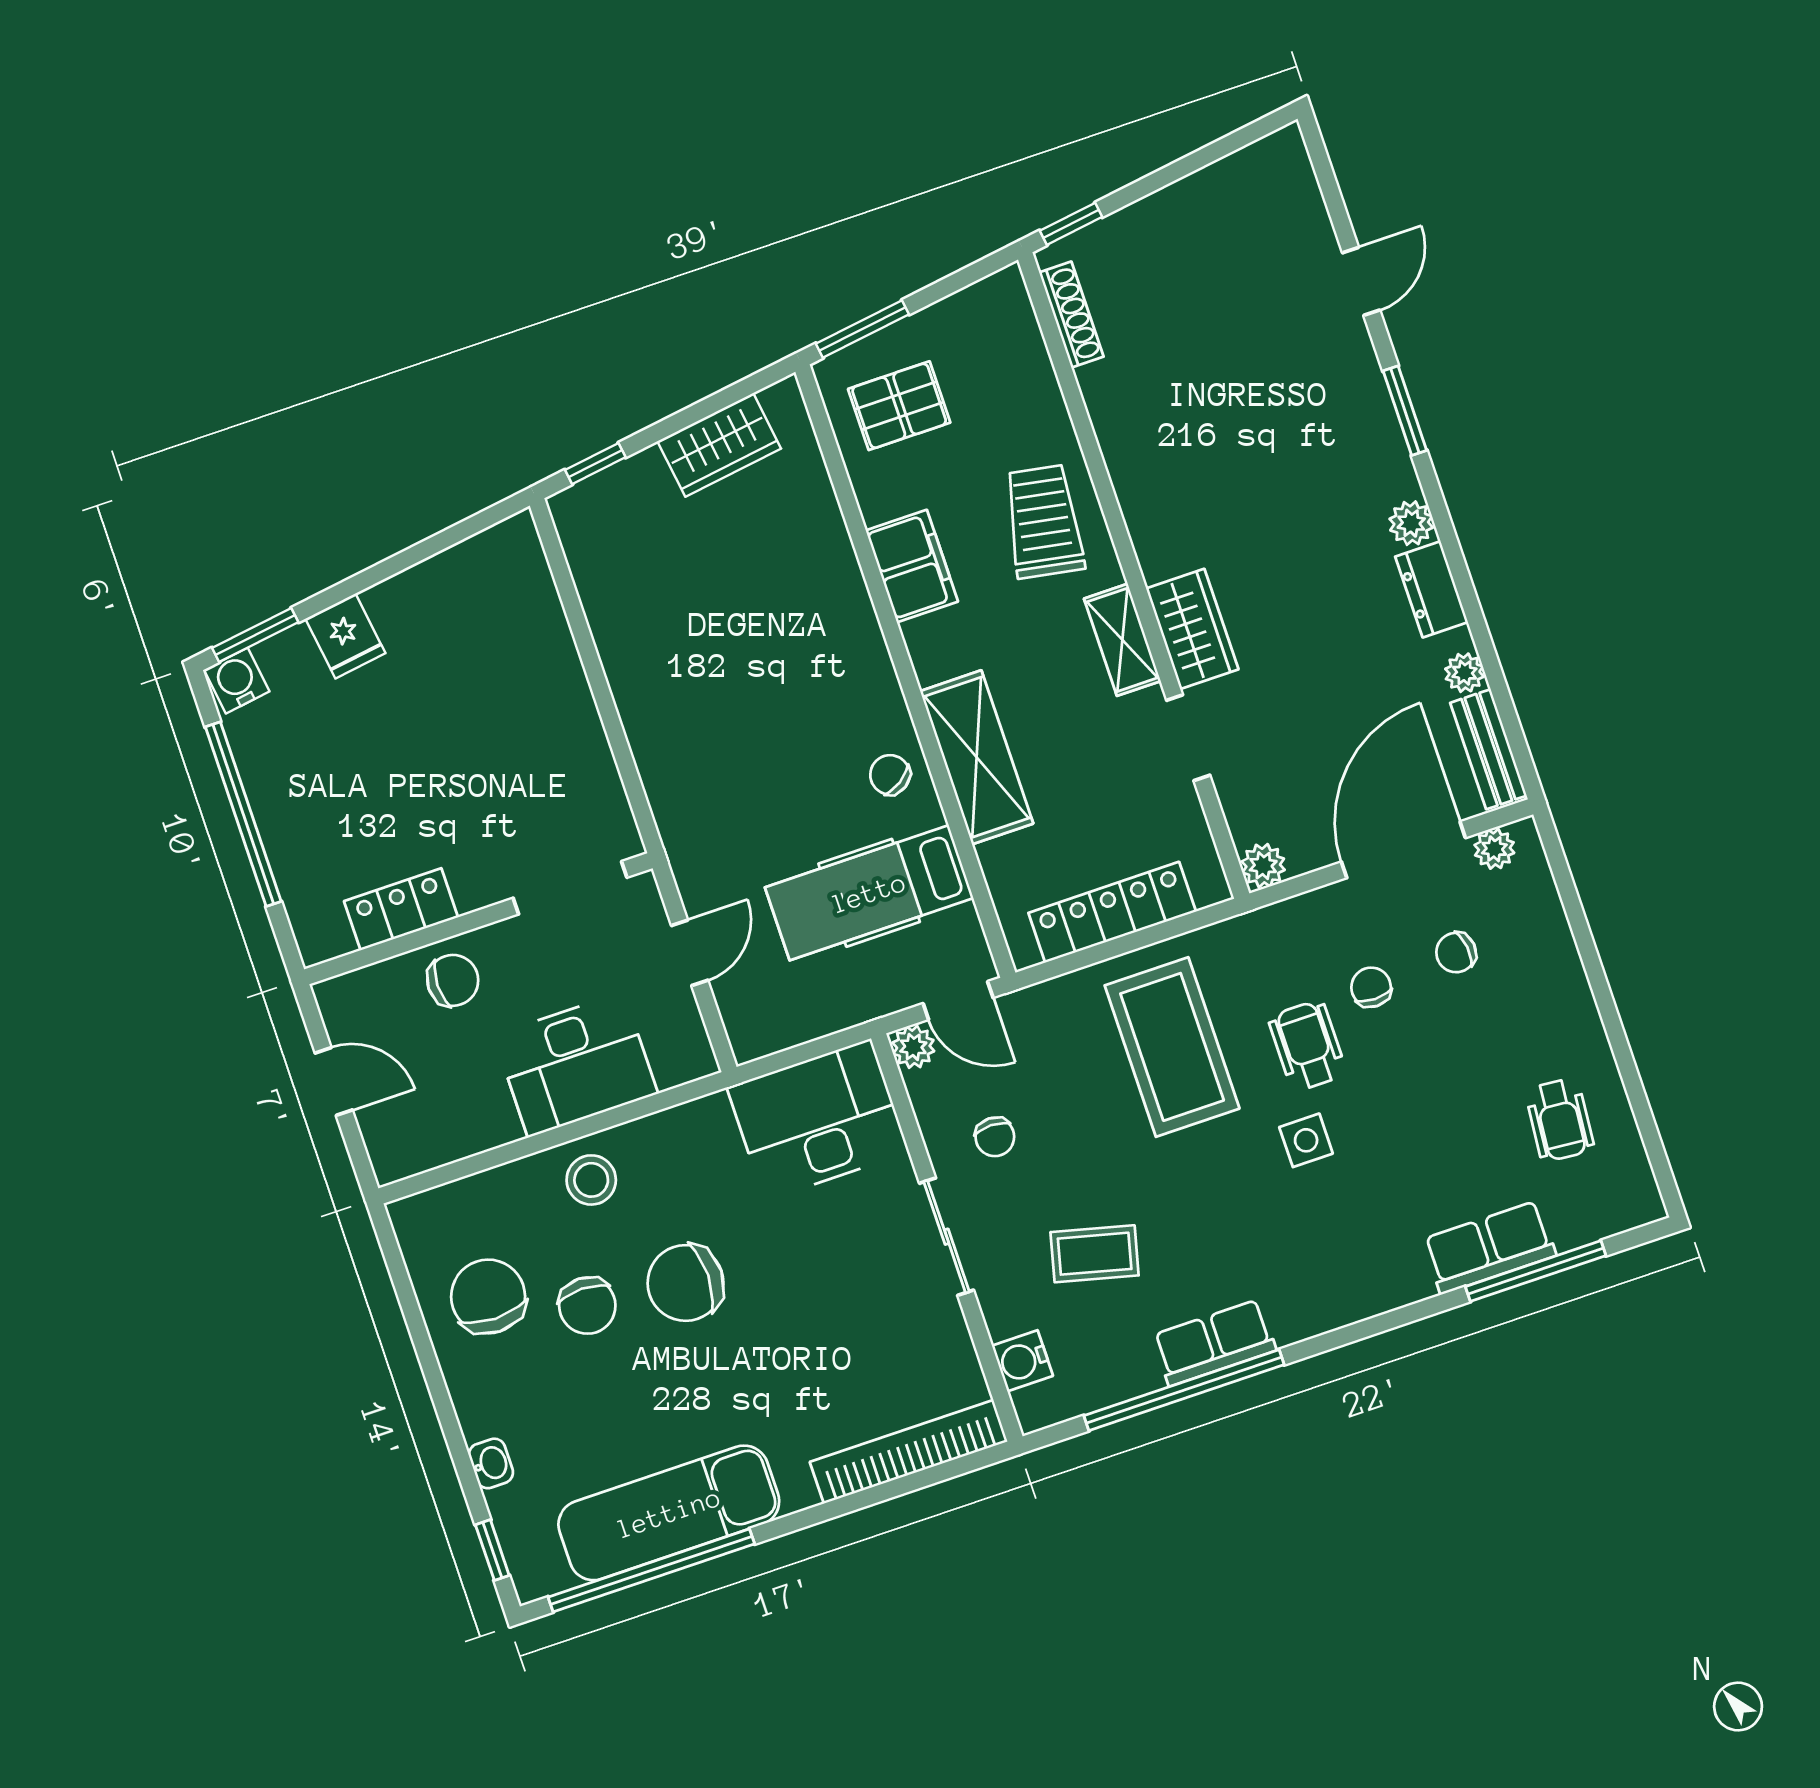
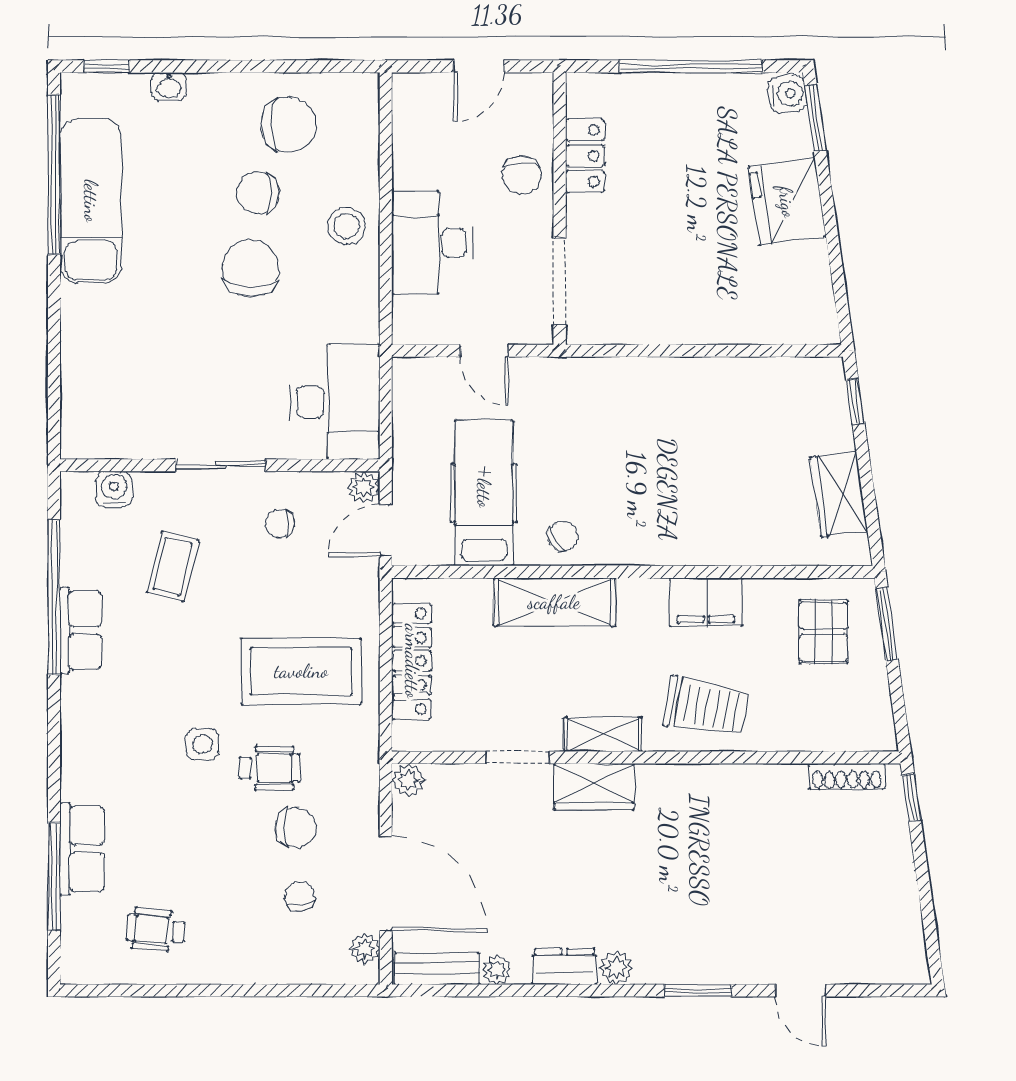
fridge: (345, 636) -> (787, 202), width x1.88, depth x1.34
chair: (1371, 987) -> (296, 827), width x1.37, depth x1.37
bookcase: (909, 1452) -> (77, 386), removed

